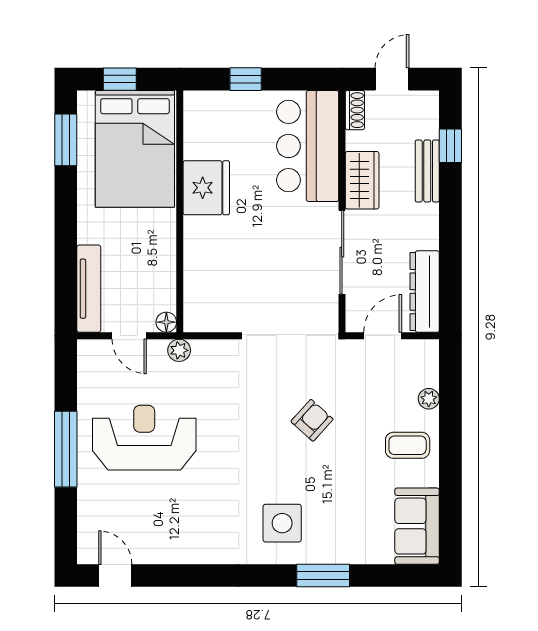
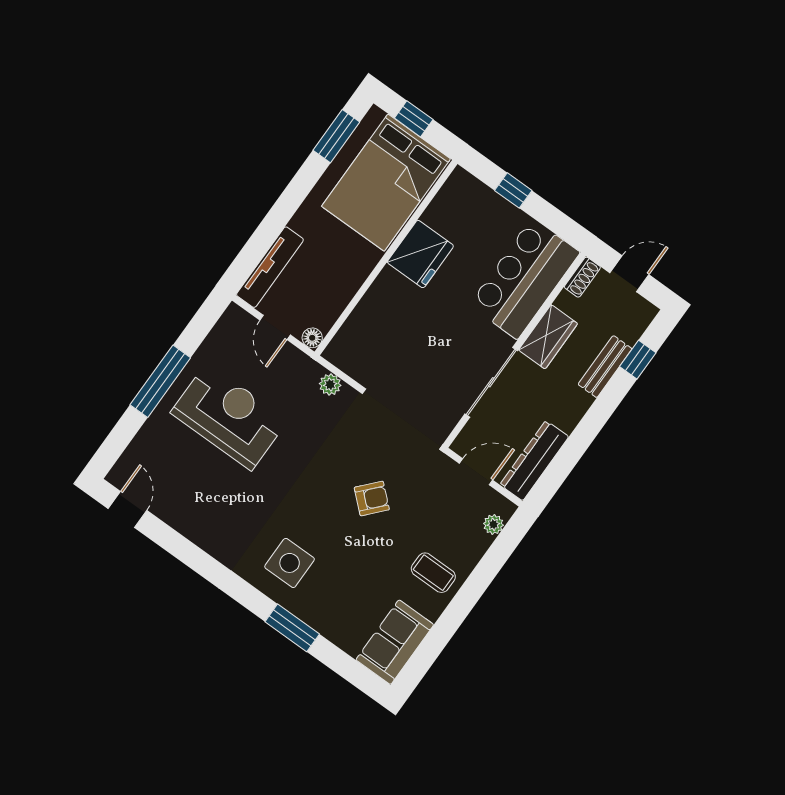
plant: (179, 350) -> (330, 385), moved
plant: (429, 399) -> (493, 524), moved

